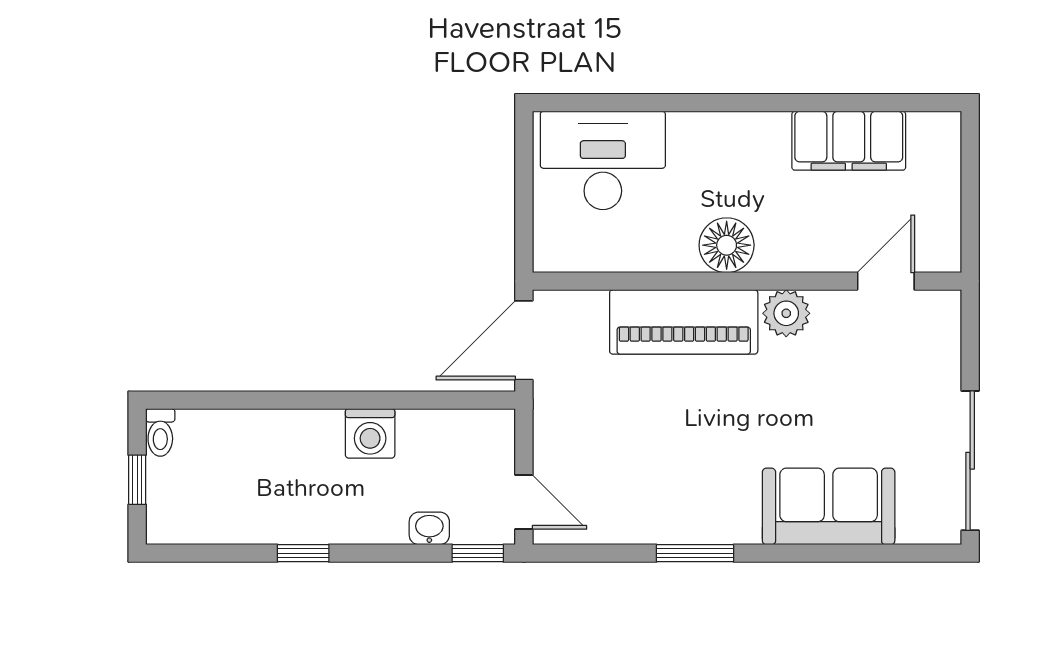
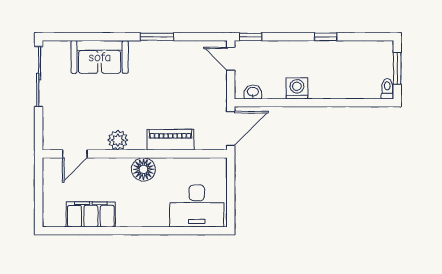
piano: (684, 322) -> (170, 140), width x0.73, depth x0.75
window: (137, 480) -> (397, 68), width x1.50
washbasin: (429, 528) -> (253, 92), moved, turned 180

